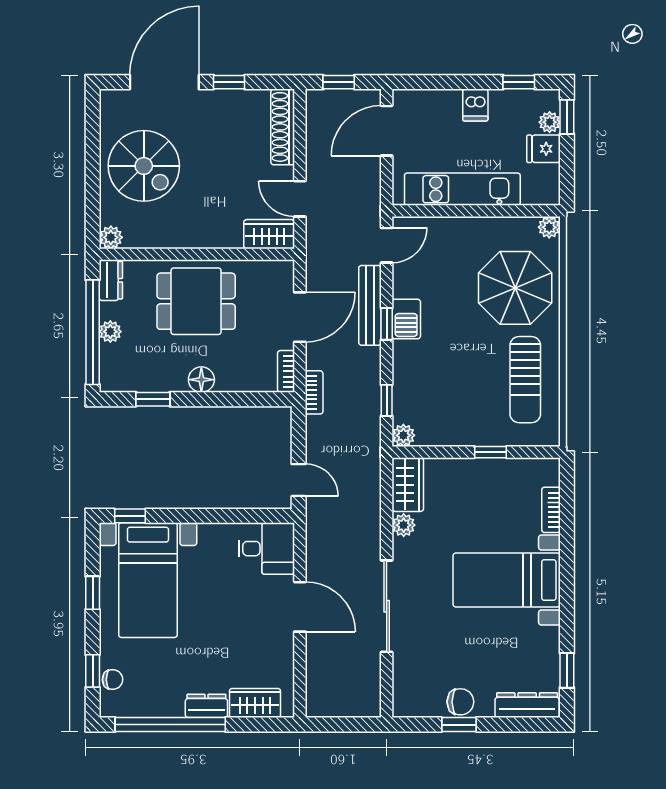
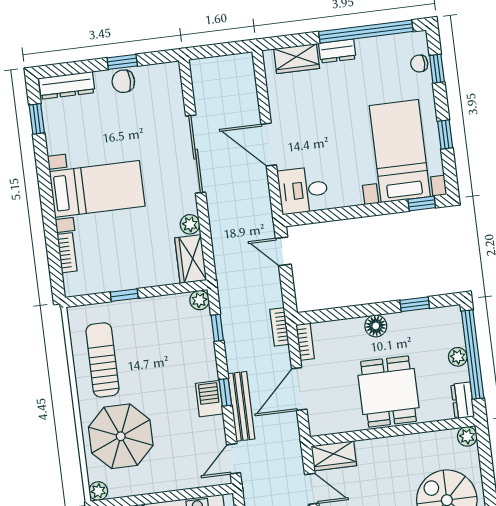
dining table: (196, 301) -> (388, 391), turned 90

